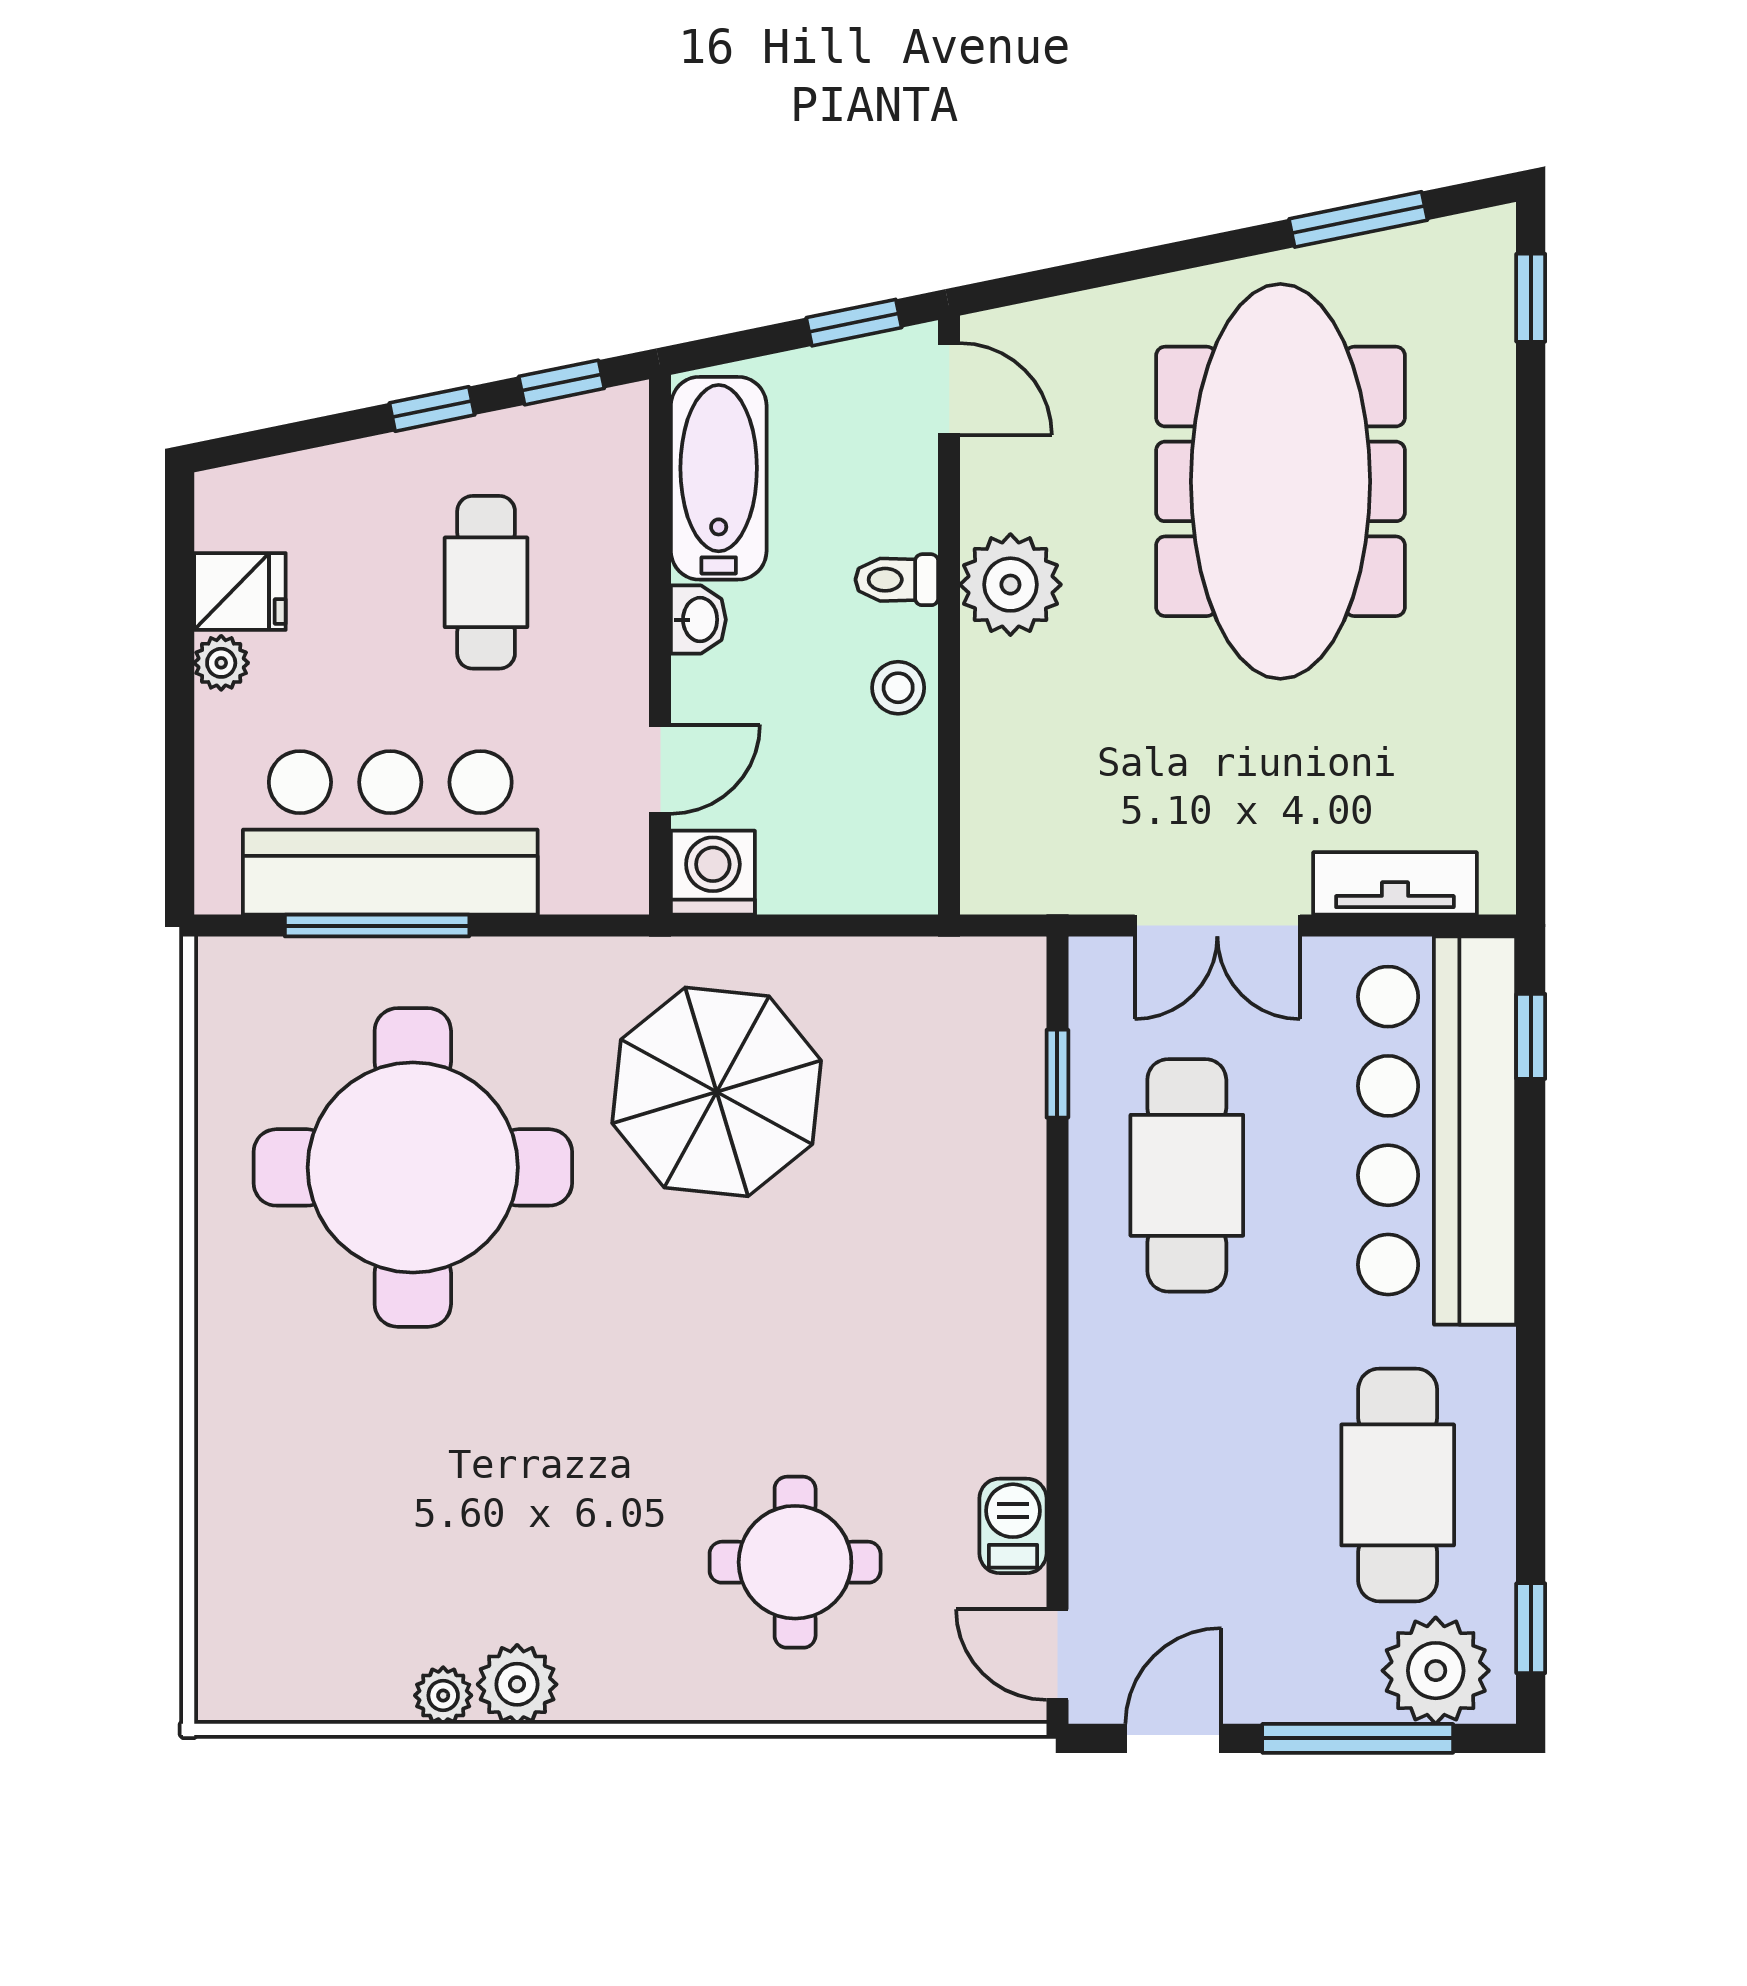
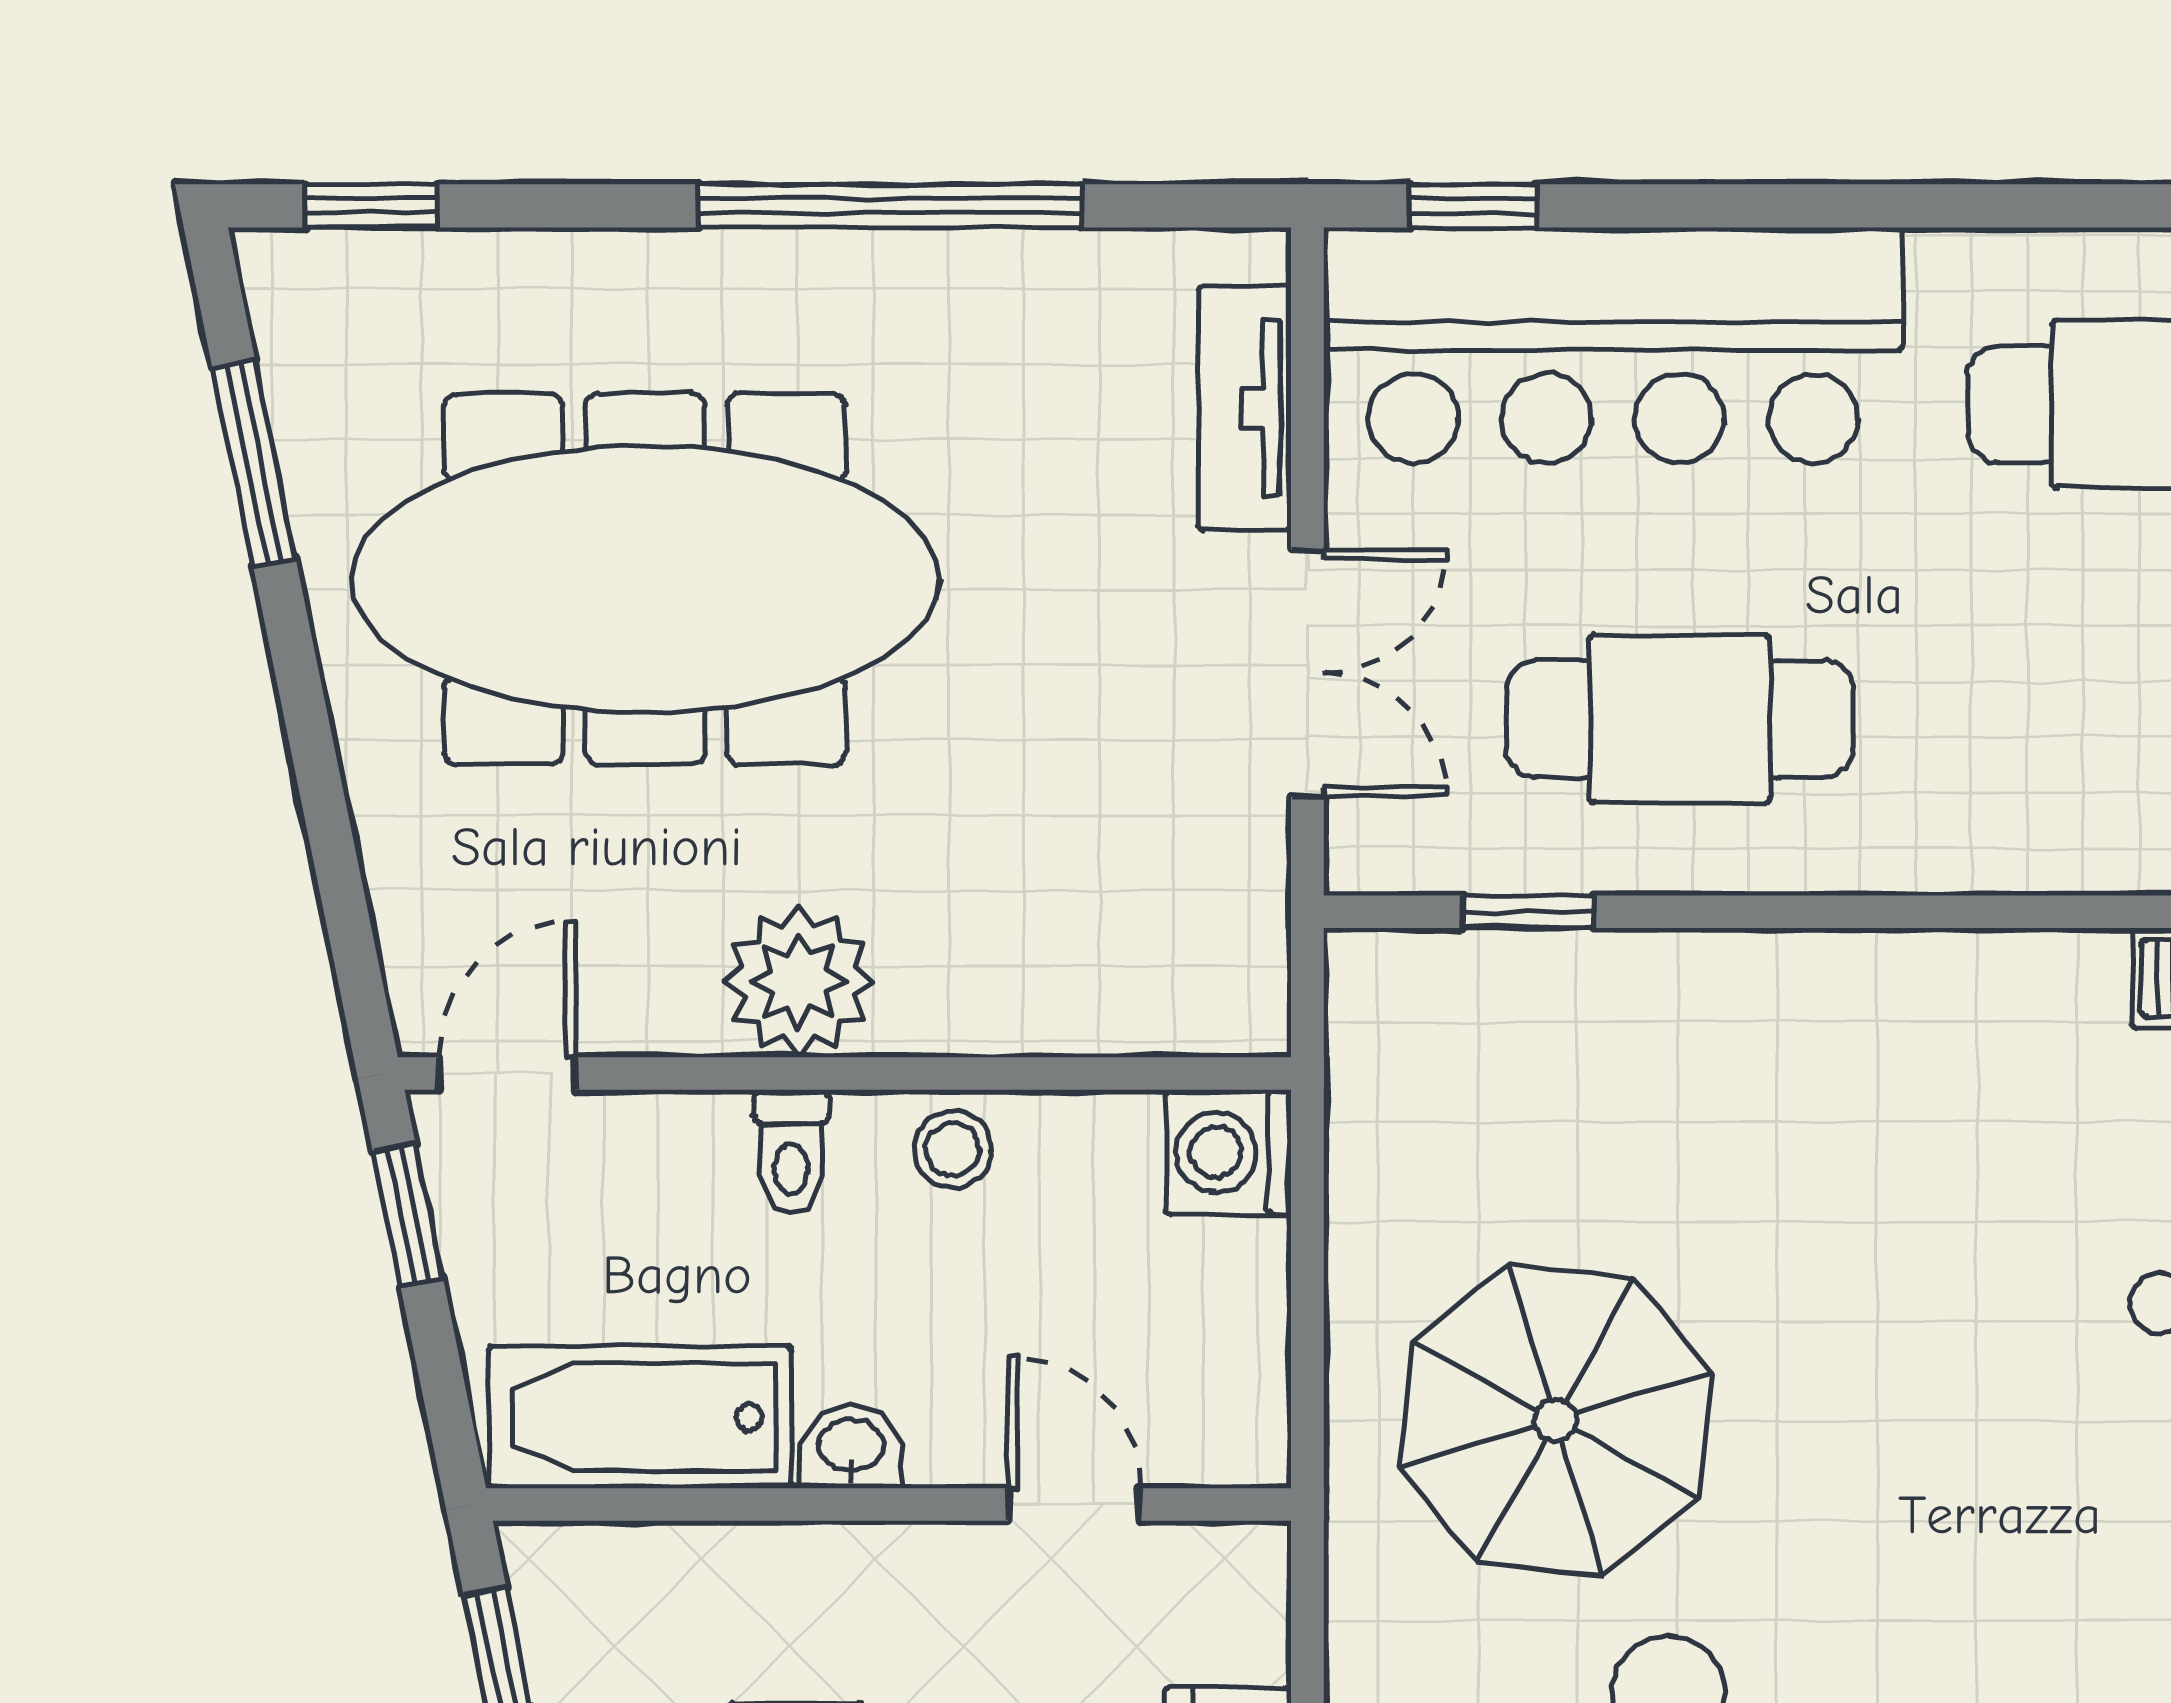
window: (1531, 645) -> (889, 206), added
washing machine: (713, 873) -> (1229, 1152), moved

